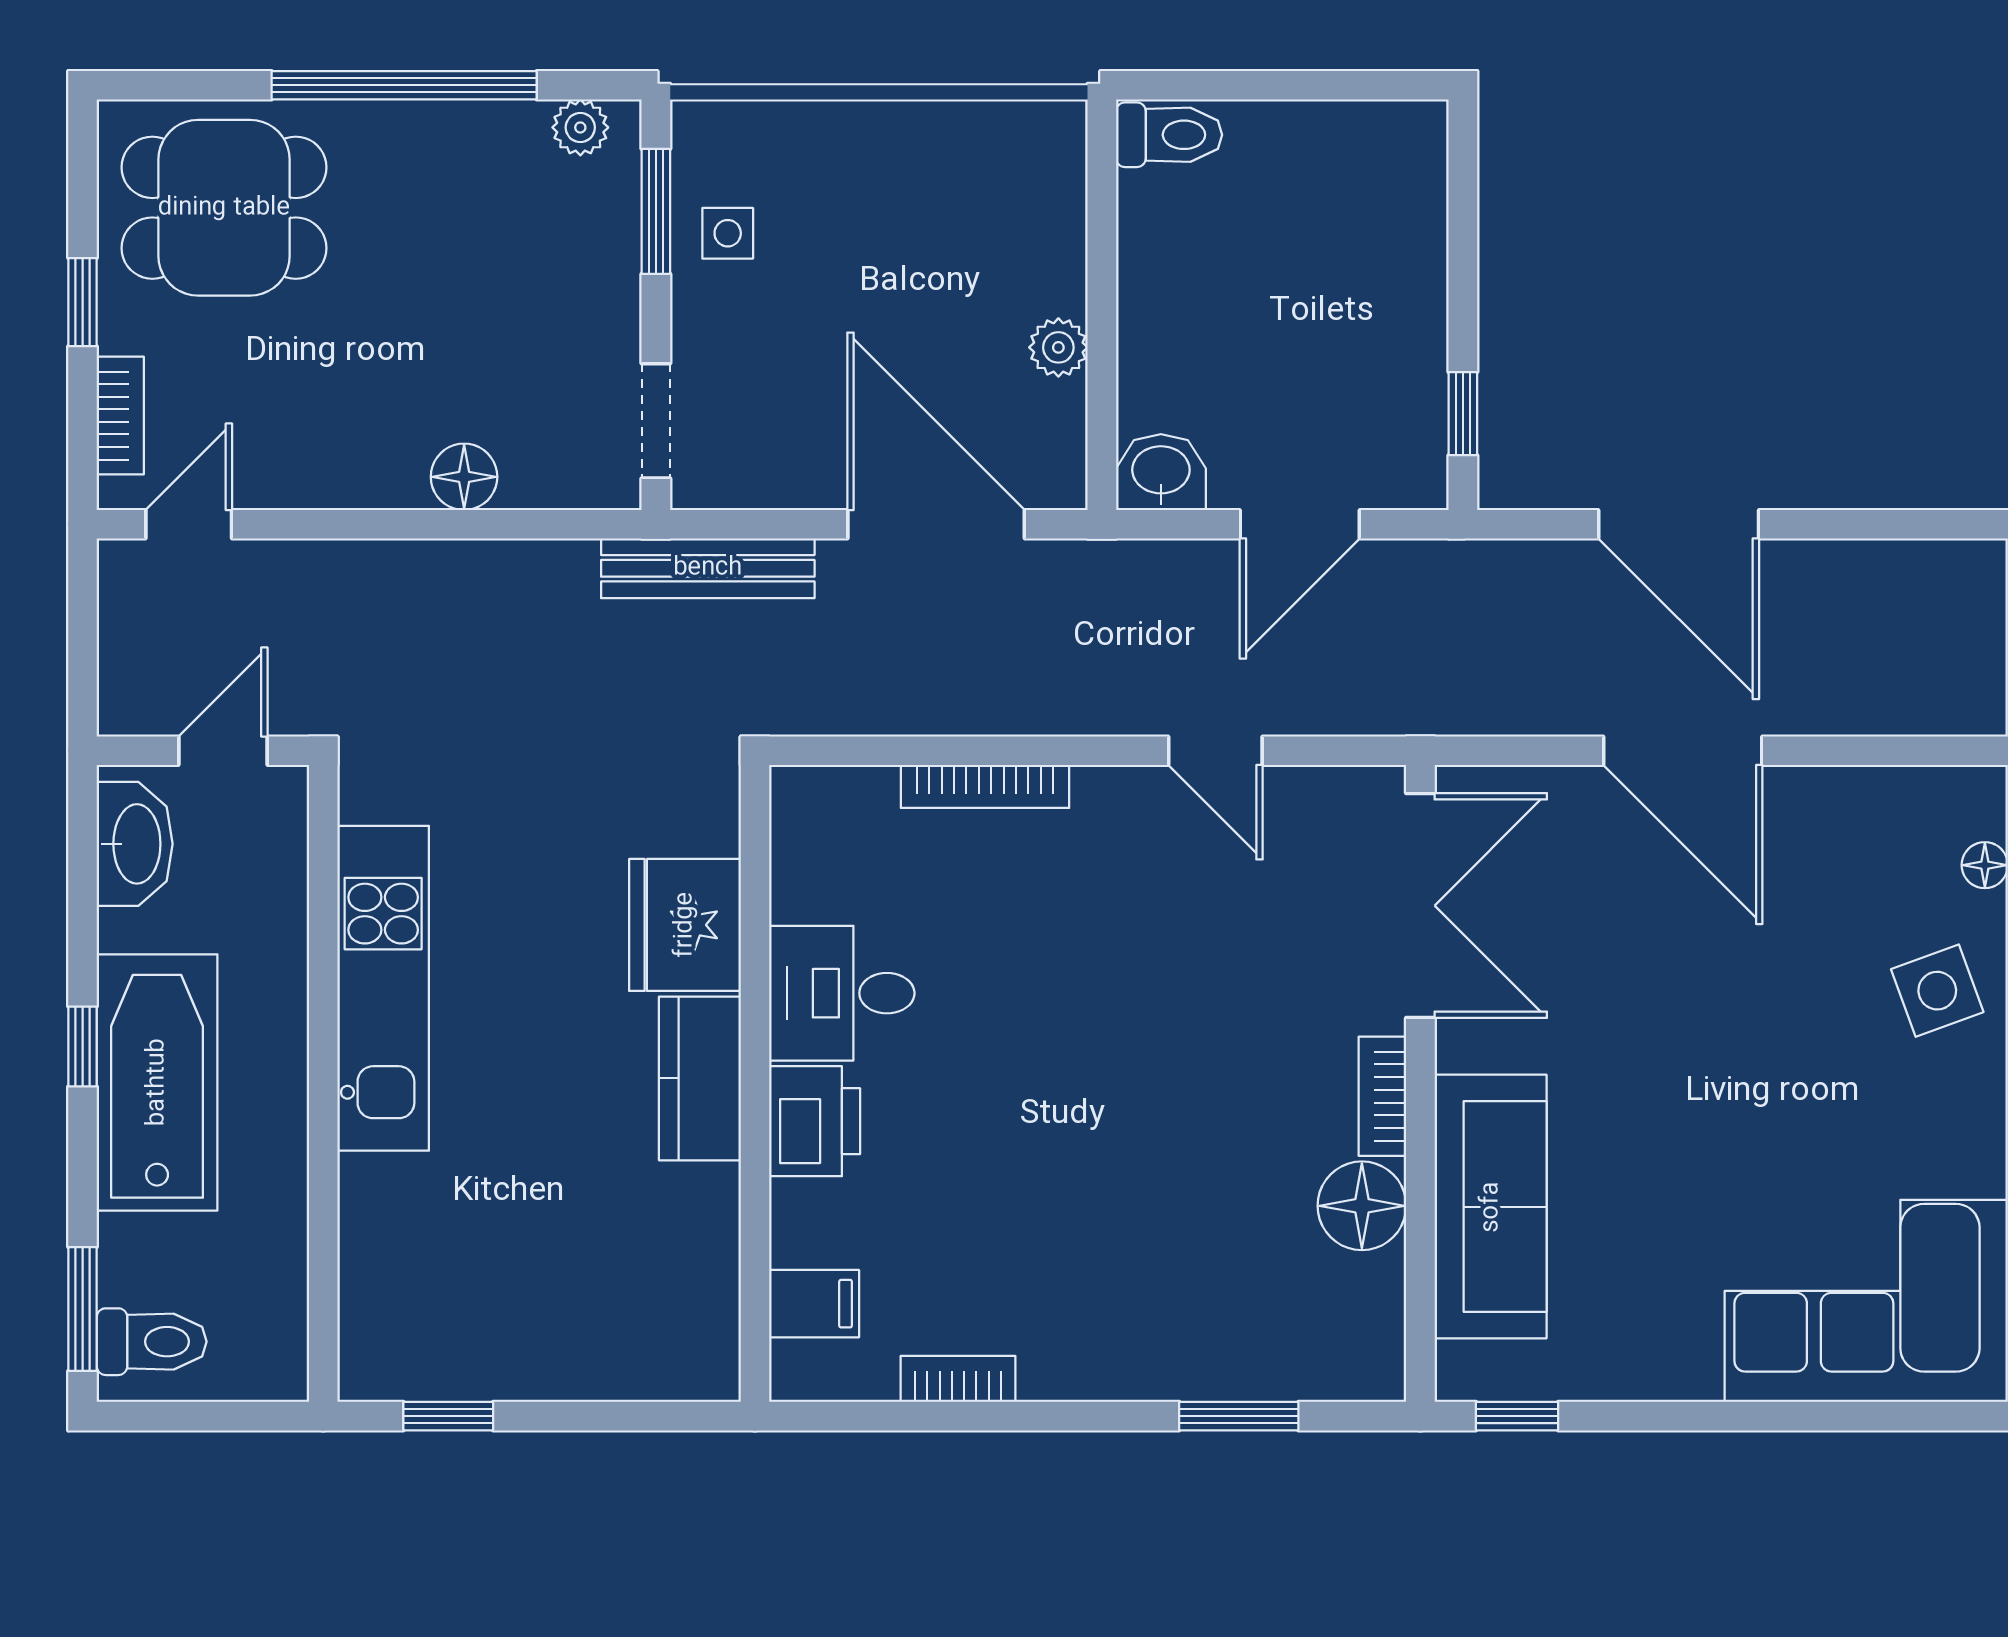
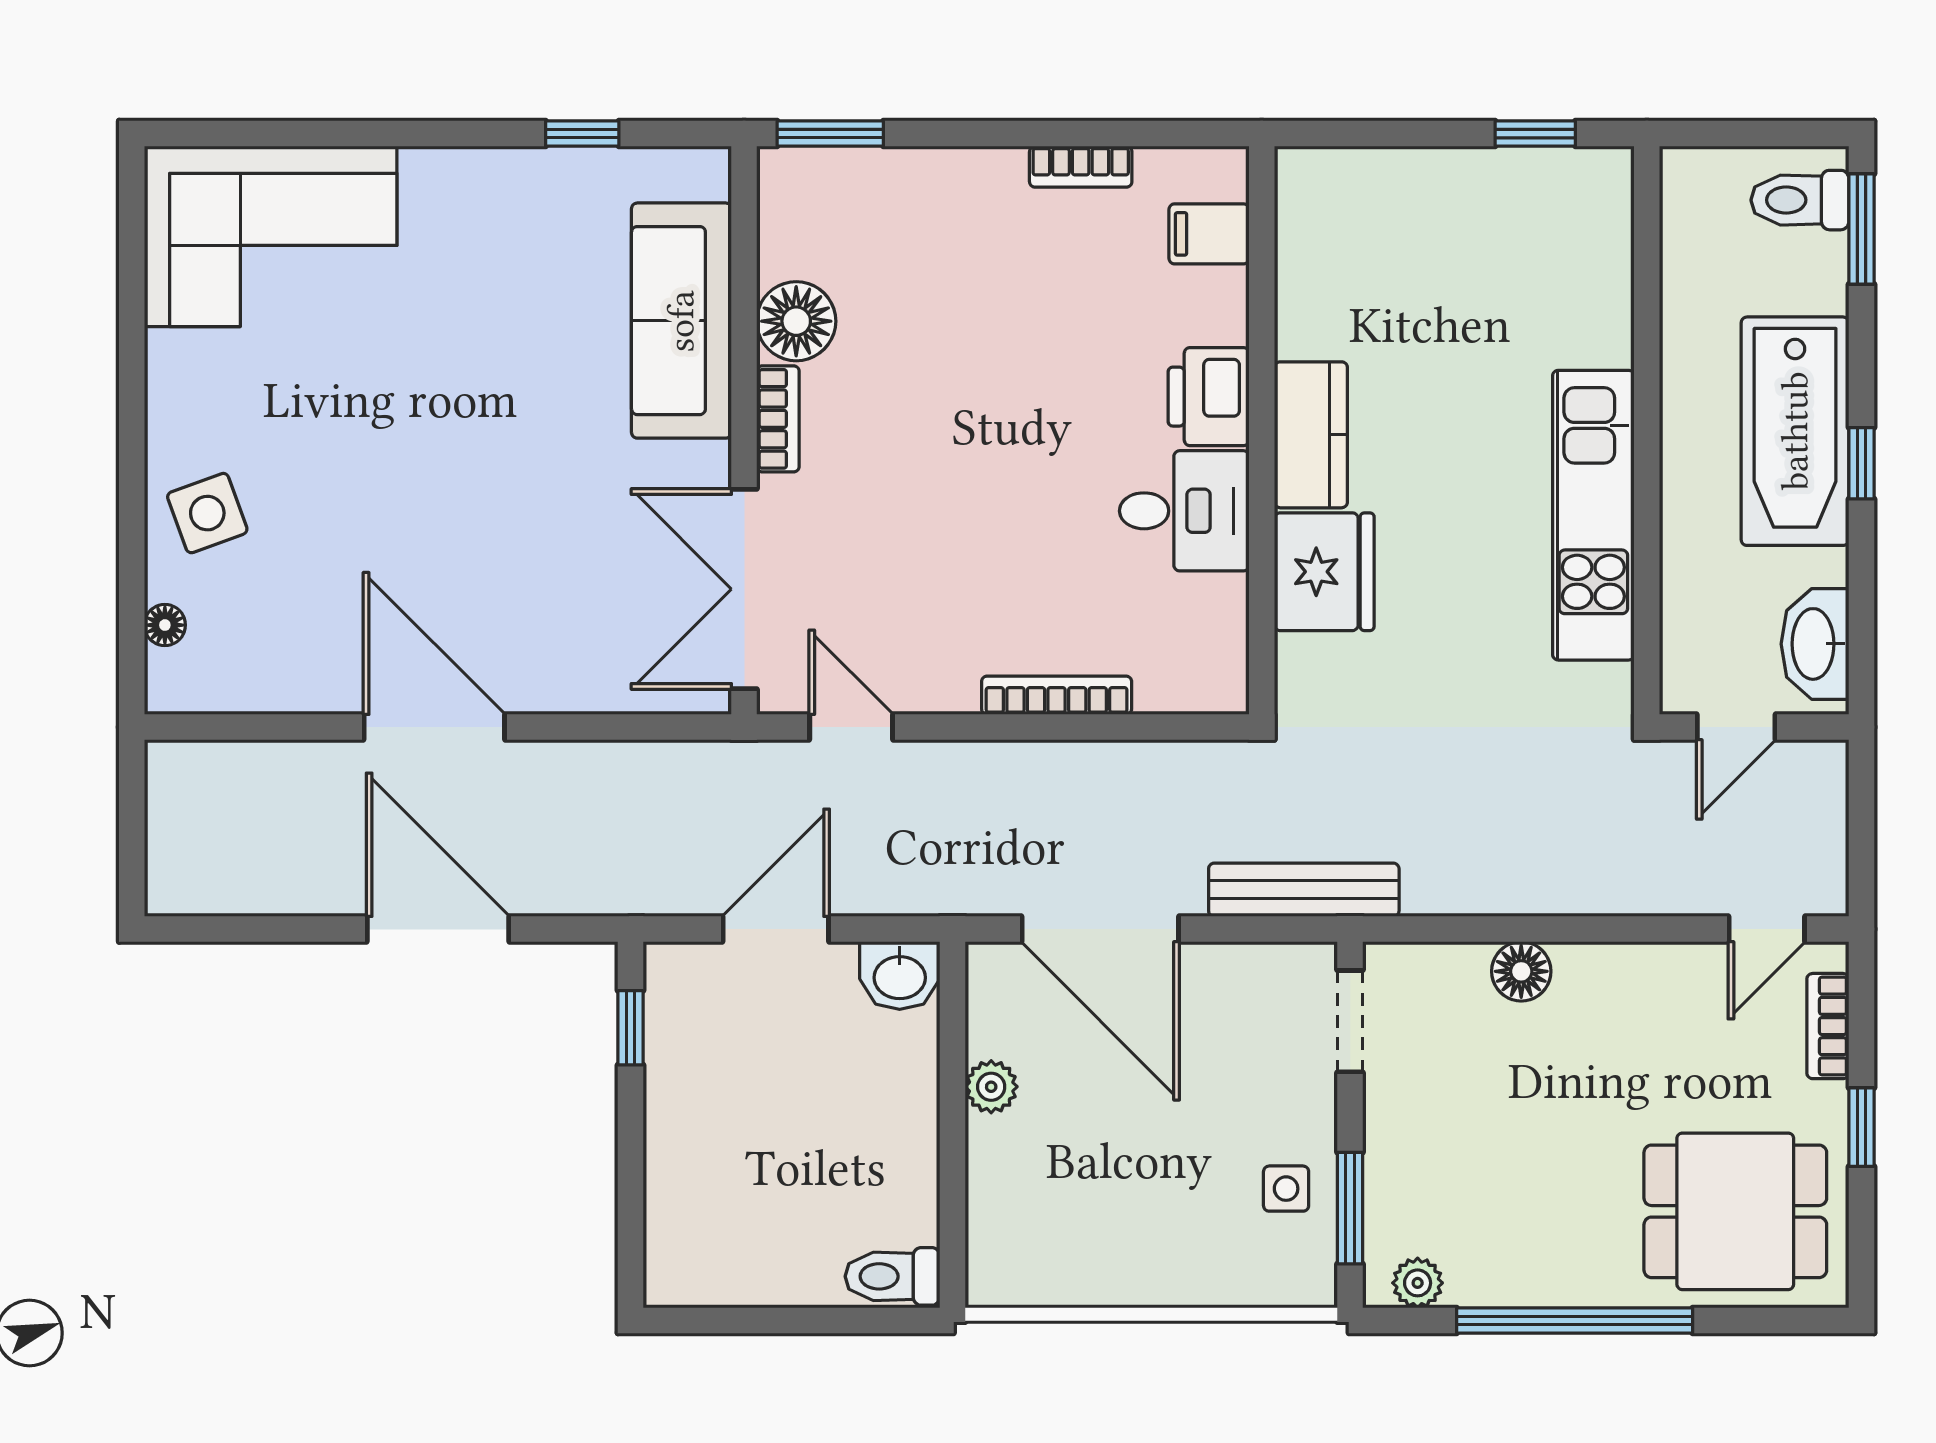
double door: (1420, 906) -> (744, 589), moved
wall: (1420, 1083) -> (744, 430), moved
bookcase: (1382, 1096) -> (778, 419), moved
floor lamp: (1362, 1206) -> (796, 321), moved
sofa: (1491, 1207) -> (681, 321), moved

